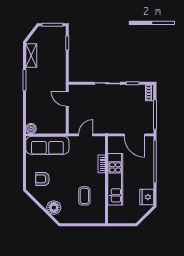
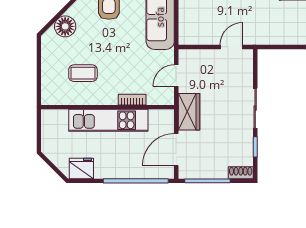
wardrobe: (110, 127) -> (189, 112), added
door: (86, 135) -> (176, 76), swing flipped

